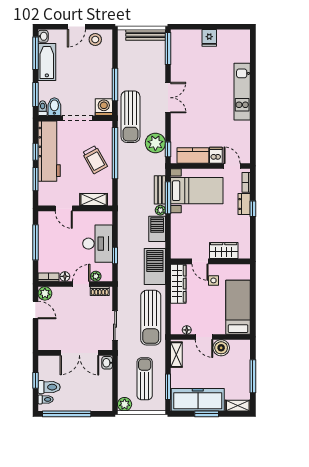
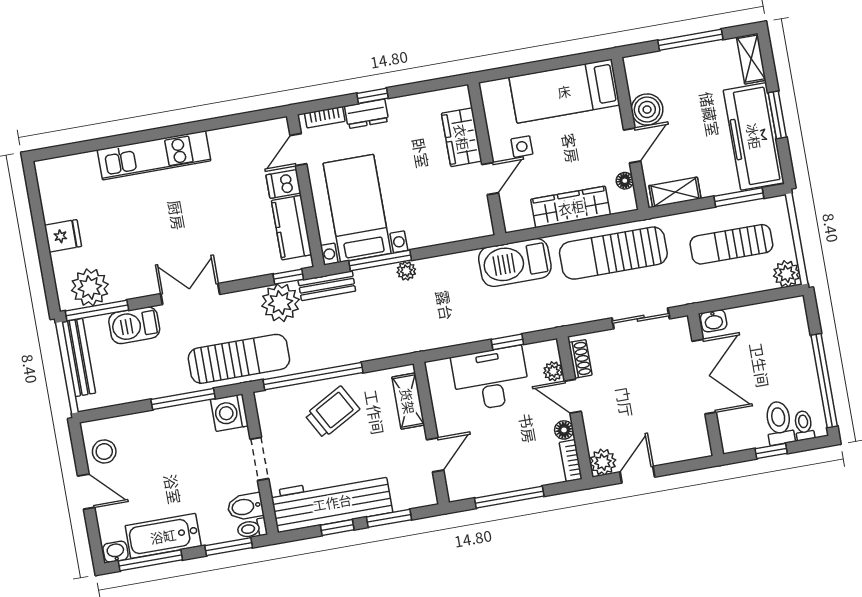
plant: (180, 47) -> (90, 287), added
doorway: (77, 118) -> (259, 459), width x0.73
bench: (160, 190) -> (327, 286), moved
barbecue: (157, 229) -> (134, 325), moved
wardrobe: (178, 284) -> (571, 207), moved
sun lounger: (151, 318) -> (613, 253), turned 180

